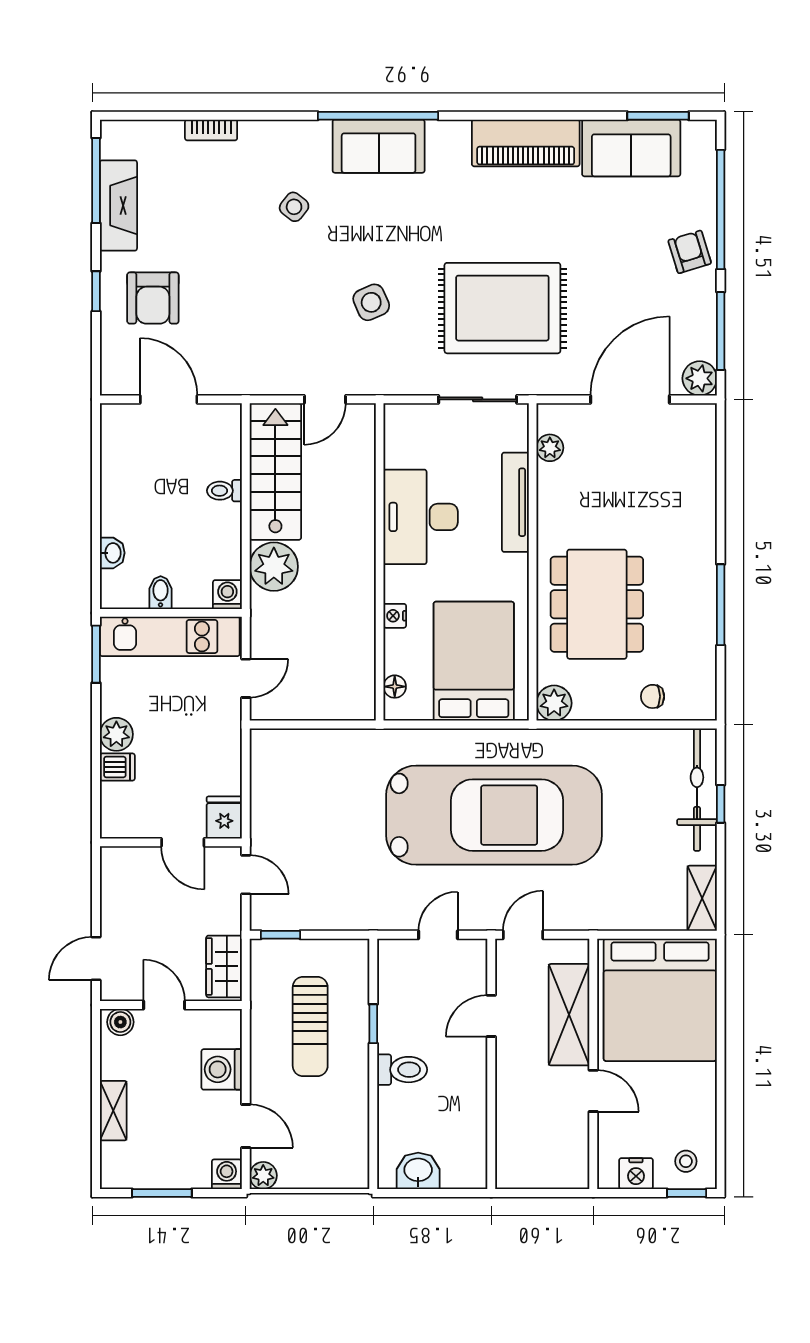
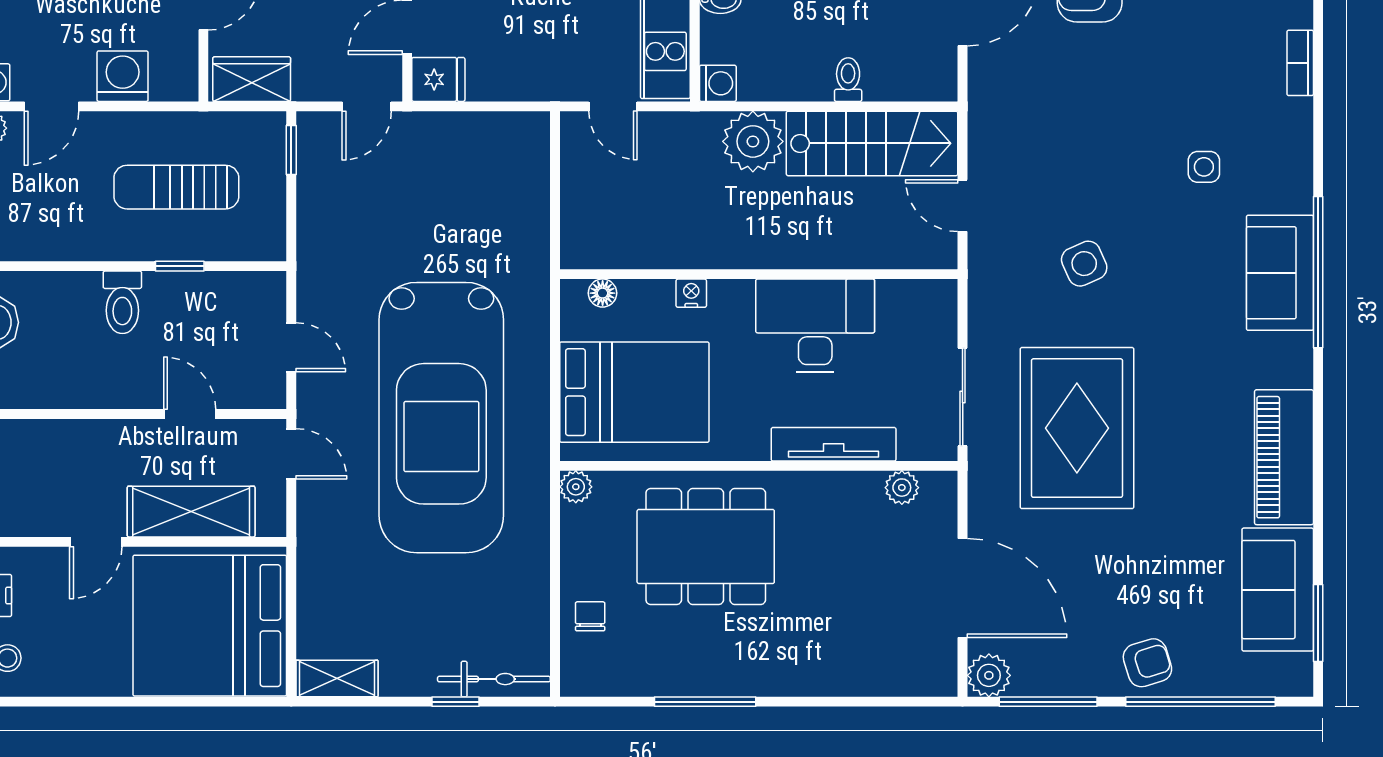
side table: (294, 207) -> (1204, 167), turned -38
plant: (554, 703) -> (576, 487), width x0.73, depth x0.73
bicycle: (697, 790) -> (494, 679), width x0.73, depth x0.71

